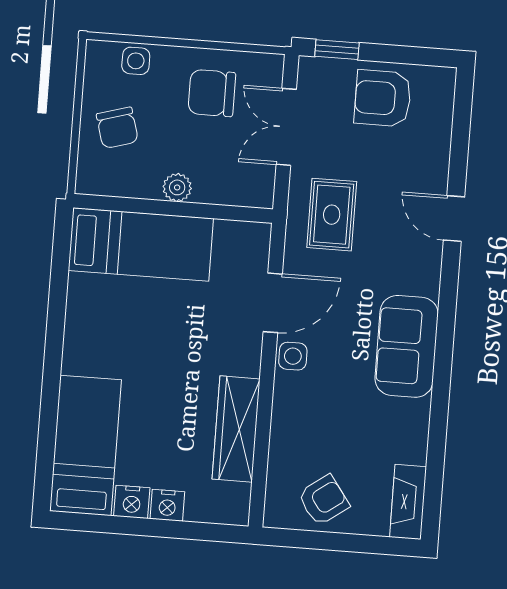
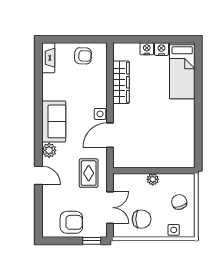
bed: (141, 244) -> (166, 155), removed
plant: (423, 277) -> (49, 150), added
armchair: (324, 500) -> (83, 56), turned -141

